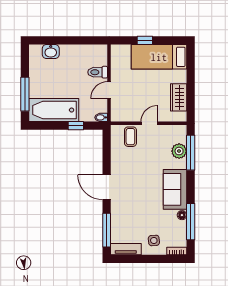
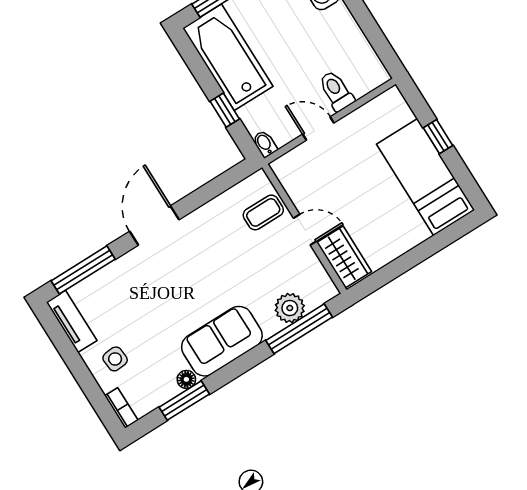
wardrobe: (179, 97) -> (344, 257), moved, turned 90
window: (191, 222) -> (184, 401), width x0.69

